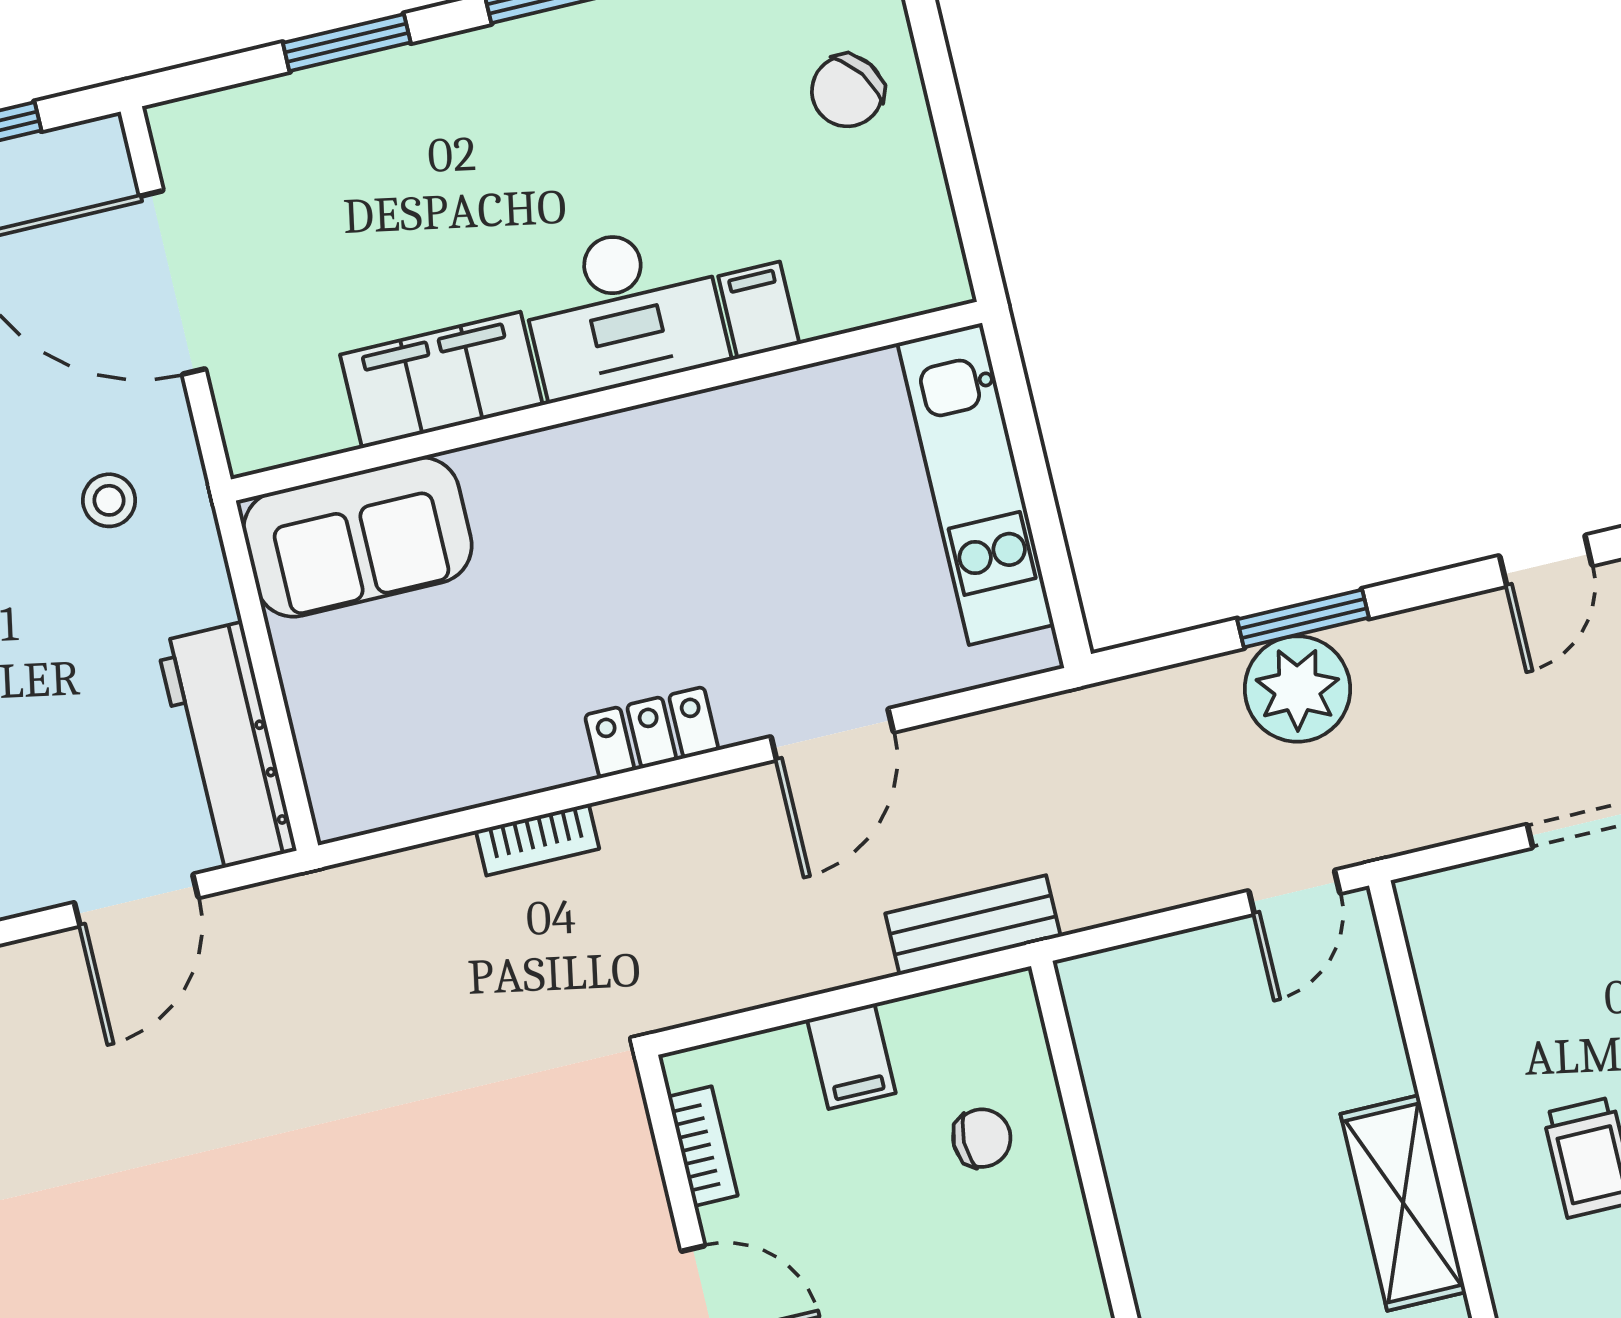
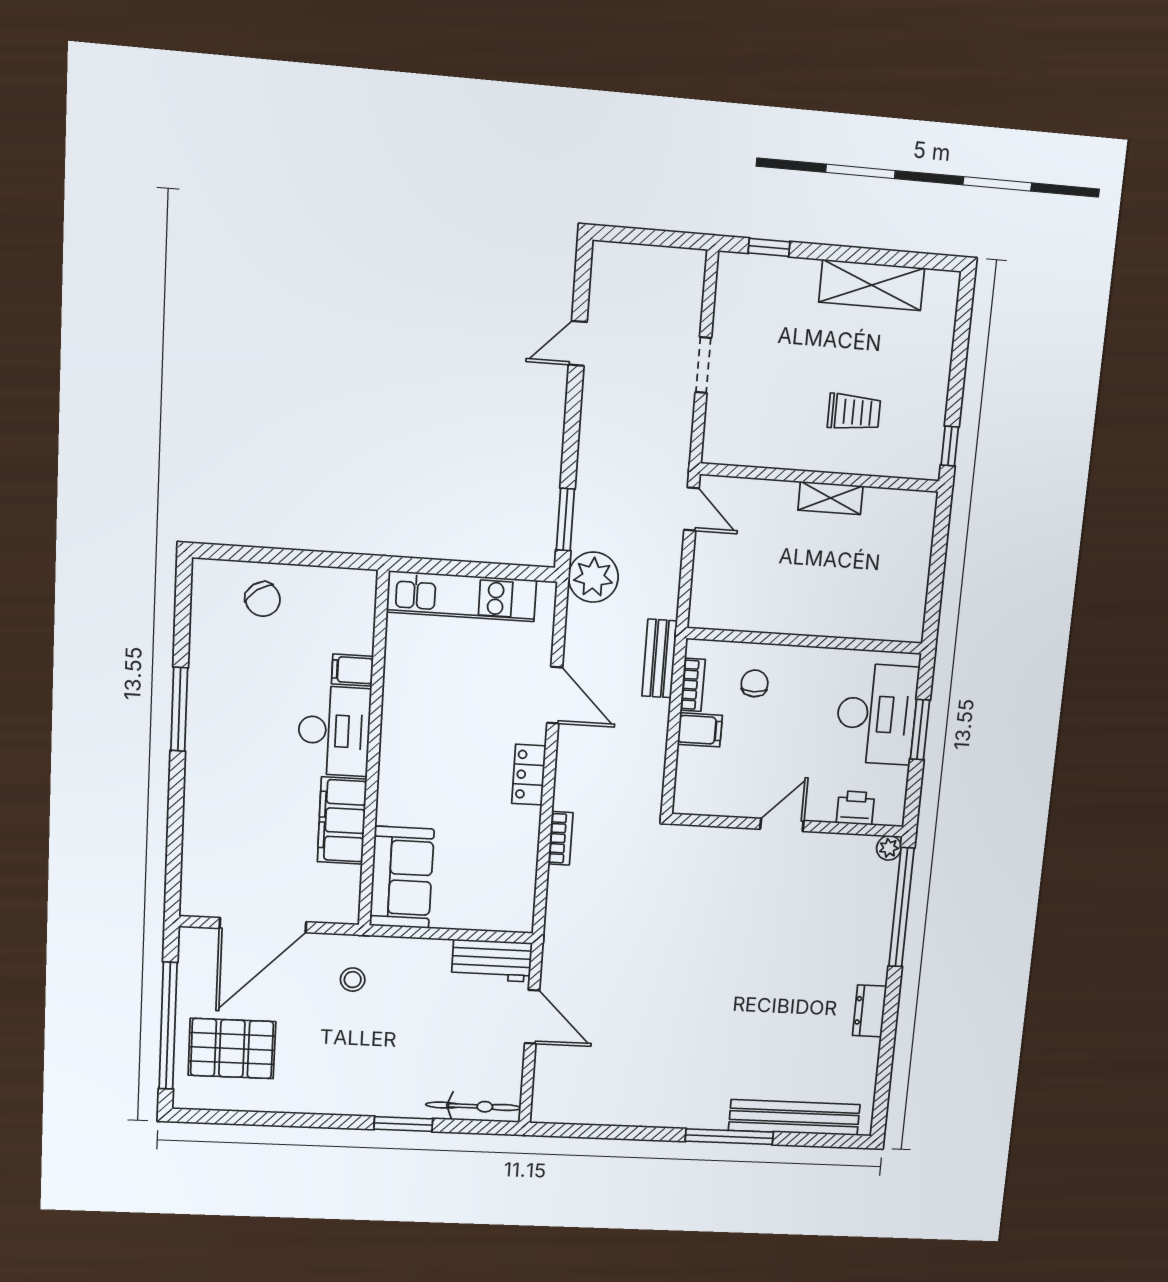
window: (347, 43) -> (175, 818), removed
door: (1546, 561) -> (578, 343), swing flipped
window: (1303, 618) -> (565, 520), moved
plant: (1297, 689) -> (593, 577), moved
workbench: (226, 746) -> (492, 961), width x0.73
bookcase: (703, 1146) -> (693, 685), moved, turned 90
shelving: (1403, 1203) -> (830, 498), width x0.67, depth x0.75

